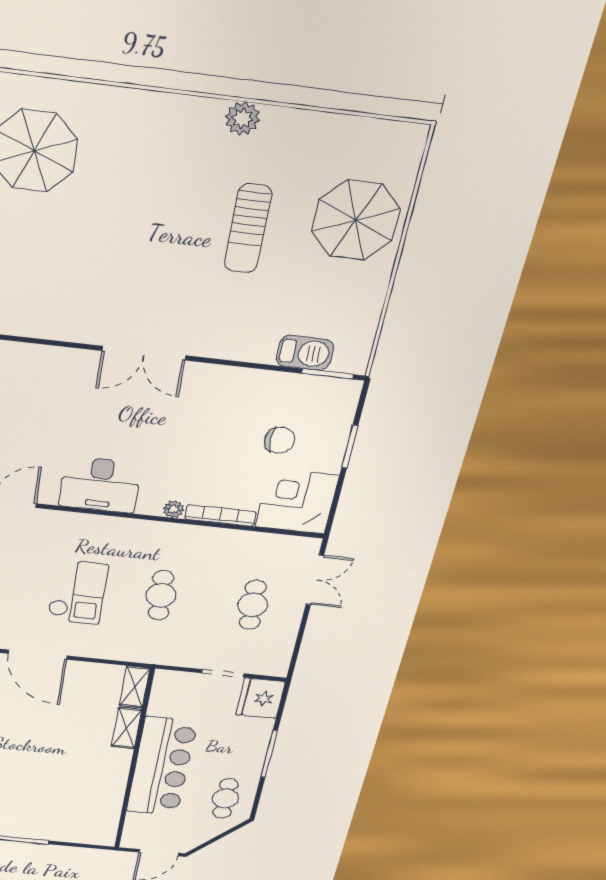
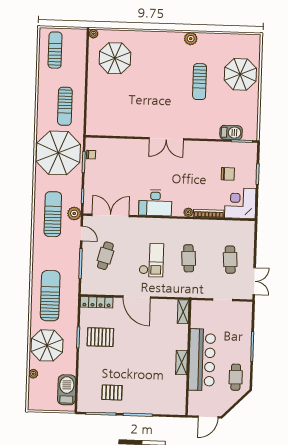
double door: (315, 580) -> (254, 281), moved
fridge: (260, 698) -> (242, 313), removed
shelving: (126, 728) -> (181, 362), moved

